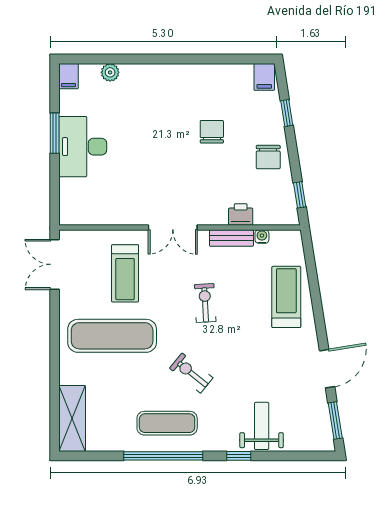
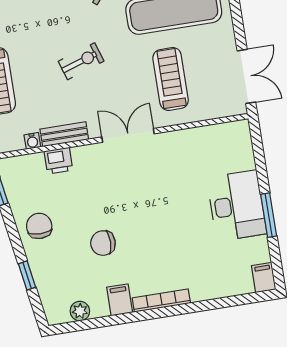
bookcase: (166, 70) -> (161, 301), added
plant: (110, 72) -> (80, 311), moved
filing cabinet: (264, 77) -> (120, 300), moved
chair: (212, 132) -> (103, 243), turned 90
exercise bike: (205, 303) -> (81, 61), turned -105

